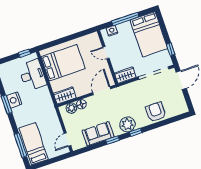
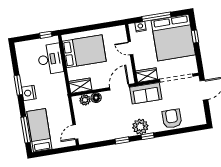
bed: (149, 34) -> (173, 38), width x1.36
window: (171, 49) -> (195, 37), moved
nightstand: (14, 100) -> (29, 93), moved
sofa: (98, 134) -> (146, 93), moved, turned 180

